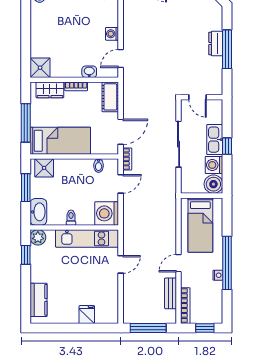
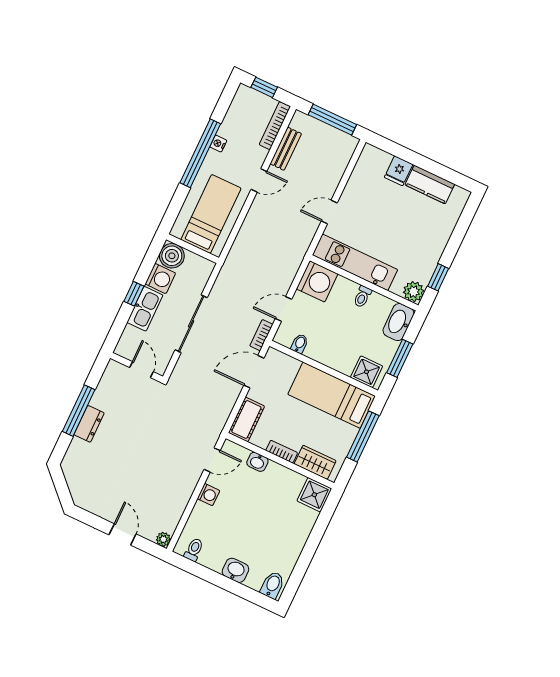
kitchen counter: (39, 300) -> (430, 184), moved, turned -90

